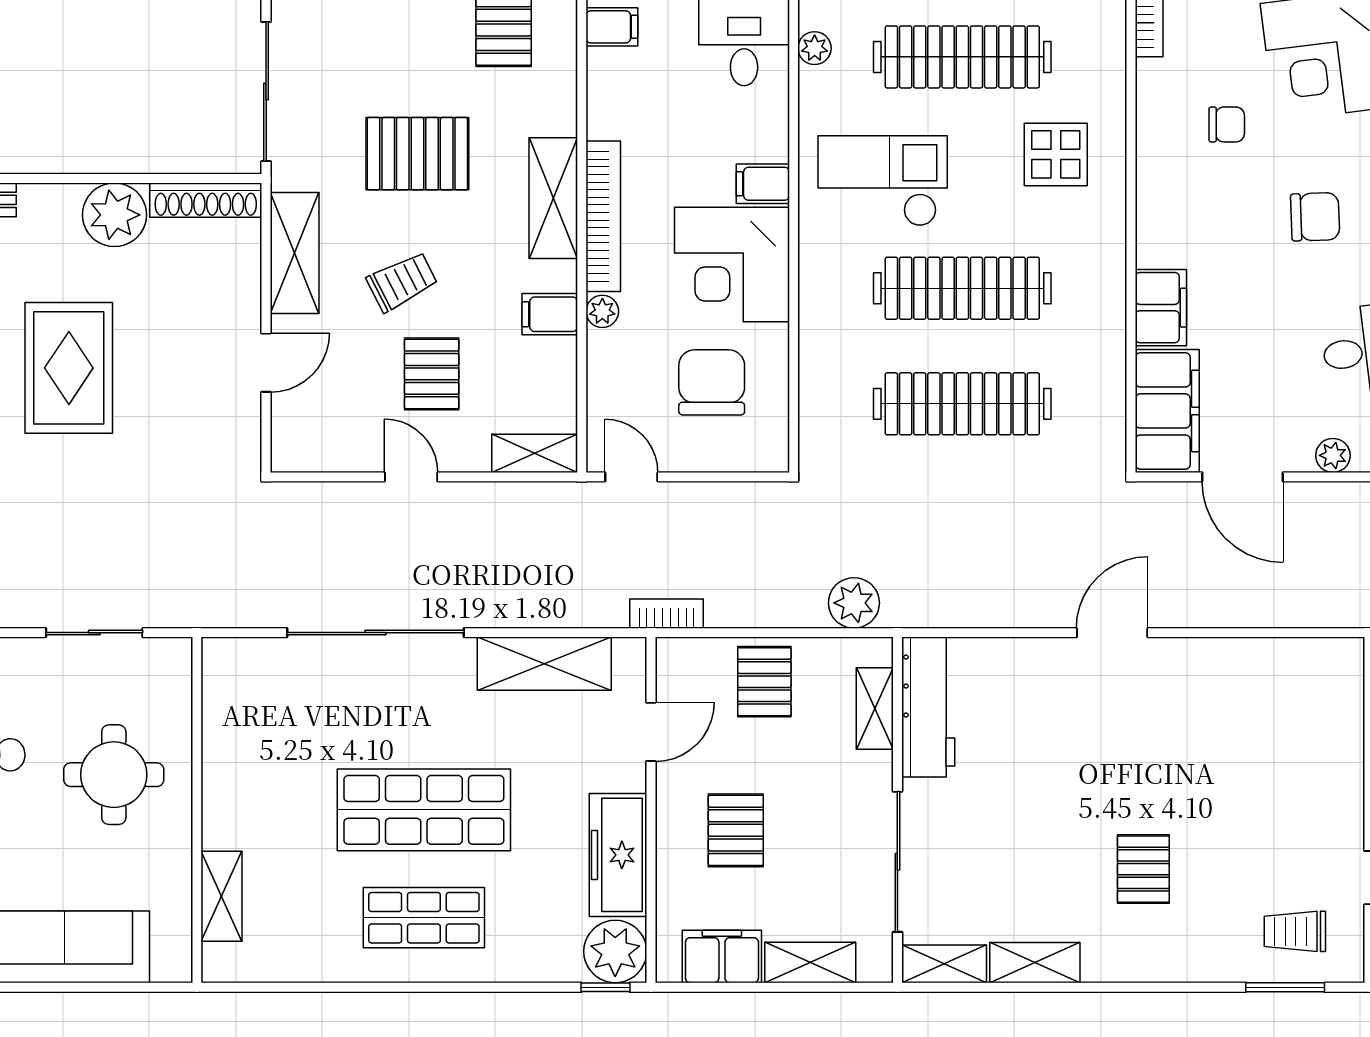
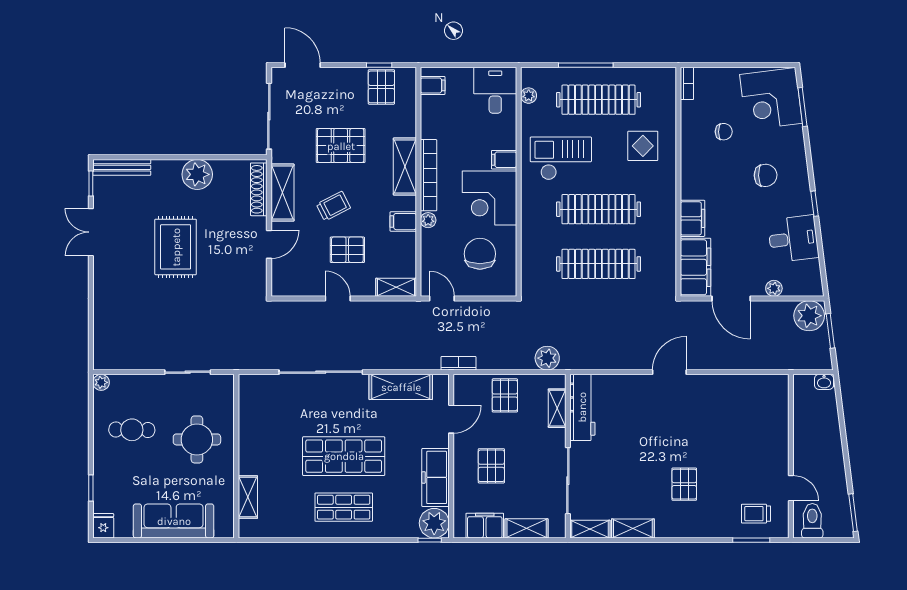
shoe rack: (206, 200) -> (259, 189), moved, turned 90
pallet: (432, 374) -> (347, 250), turned 90

